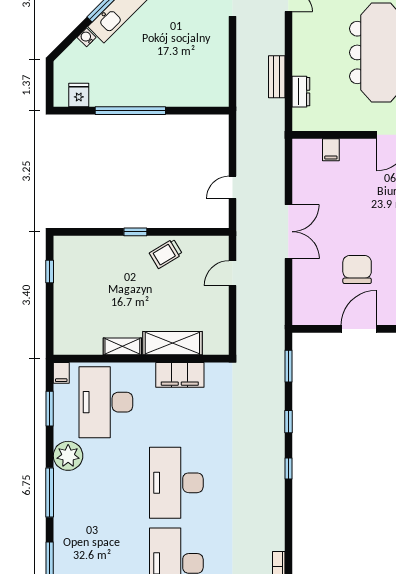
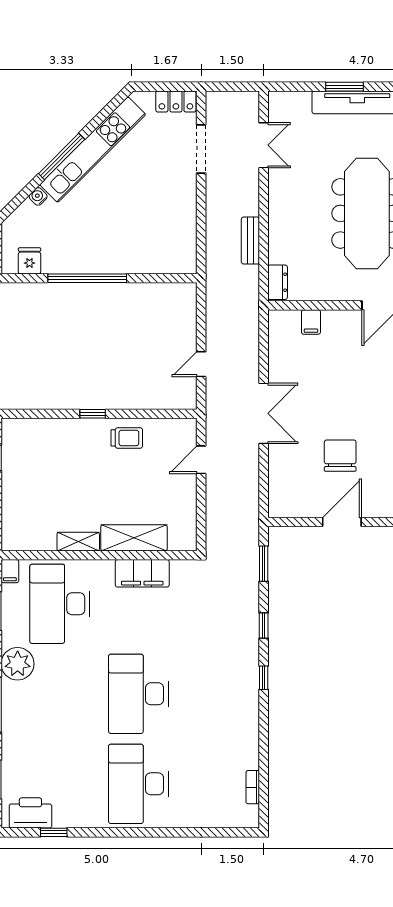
dresser: (301, 92) -> (278, 282), moved
trolley: (166, 254) -> (127, 438), turned -149

